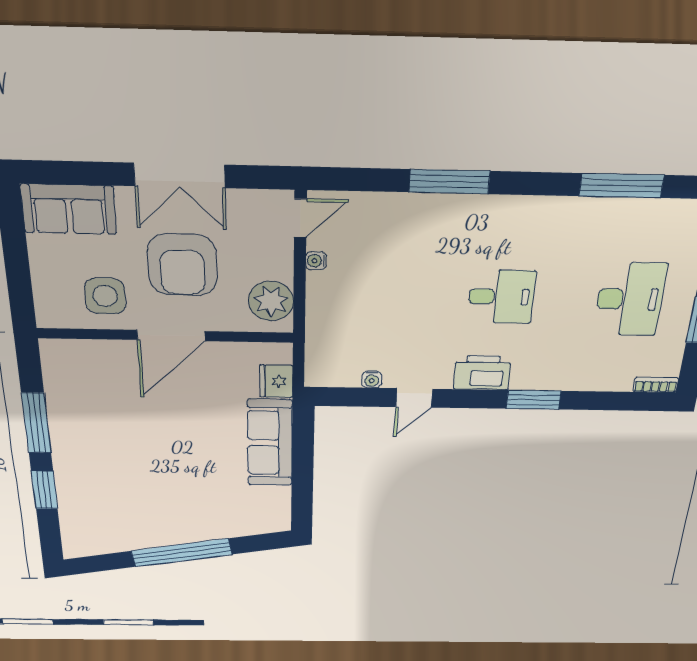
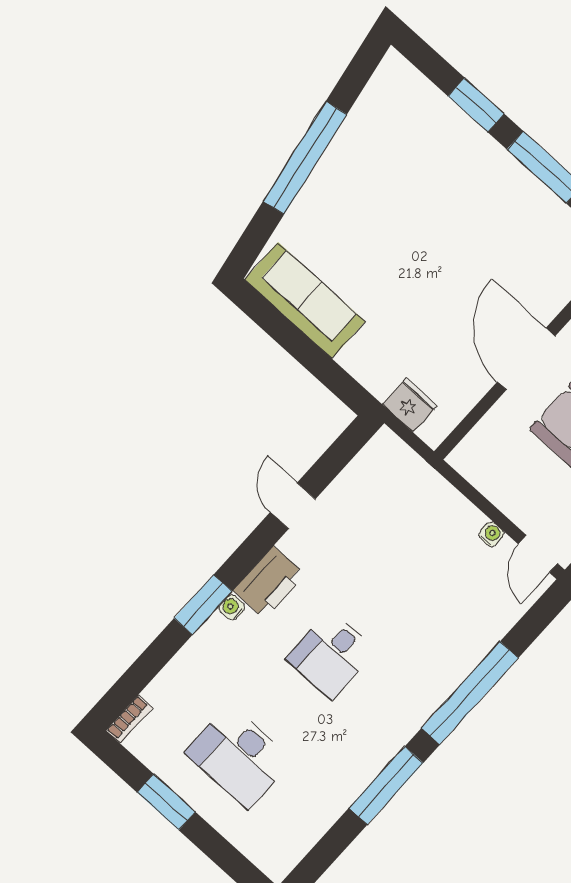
window: (449, 182) -> (470, 693), width x1.46
window: (621, 186) -> (386, 785), moved
plant: (271, 301) -> (487, 467), removed
water cooler: (372, 379) -> (232, 608), moved
sofa: (270, 443) -> (305, 300), moved

